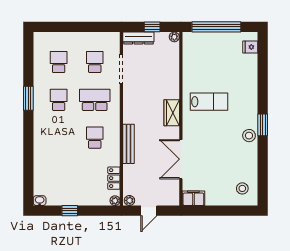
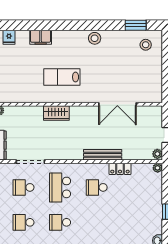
lab bench: (209, 102) -> (62, 77), turned -90
wardrobe: (172, 113) -> (56, 113), moved
window: (263, 125) -> (136, 25), moved
locker: (114, 178) -> (120, 169), moved
filing cabinet: (193, 198) -> (41, 37), moved, turned -90

